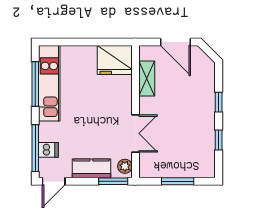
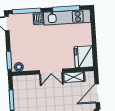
double door: (135, 133) -> (51, 71), moved
dishwasher: (48, 150) -> (38, 18), moved
kitchen counter: (91, 168) -> (16, 46), removed

